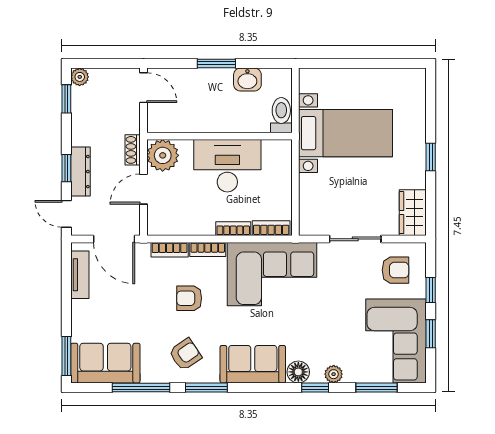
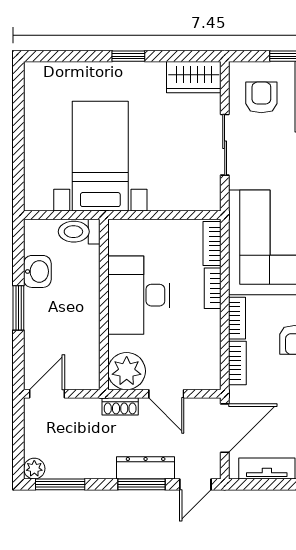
window: (66, 99) -> (60, 484), width x1.50
window: (66, 168) -> (142, 484), width x1.50

